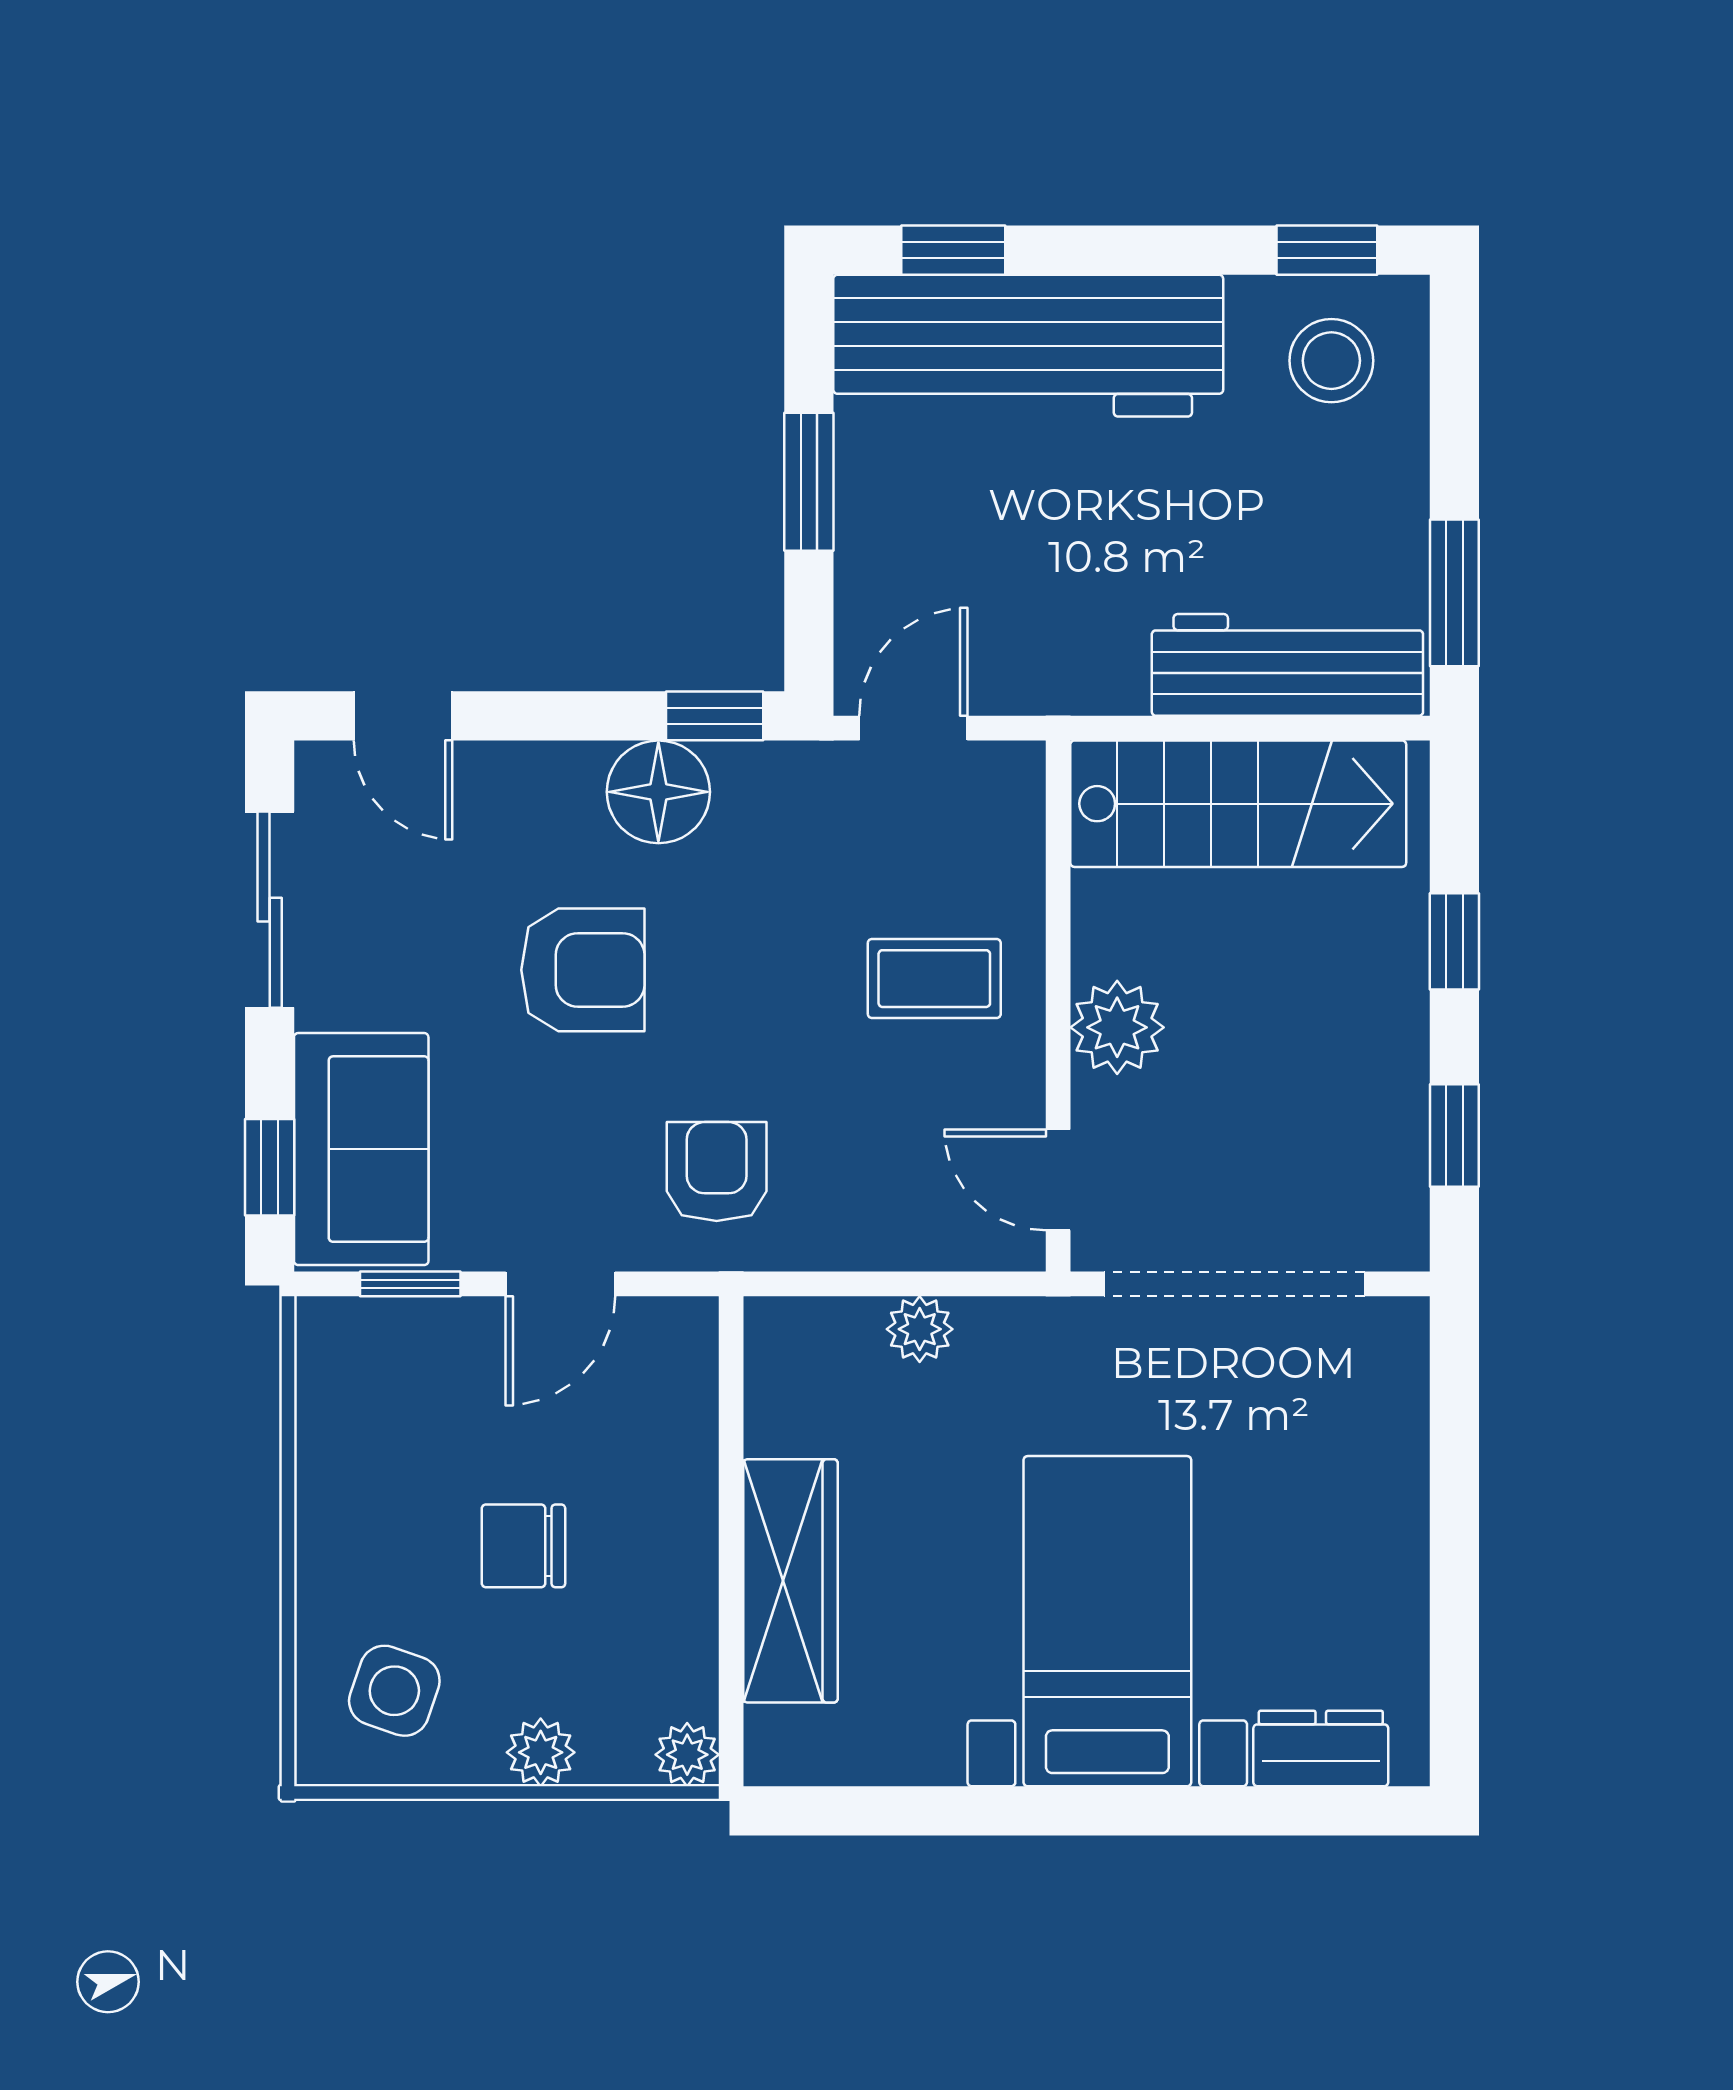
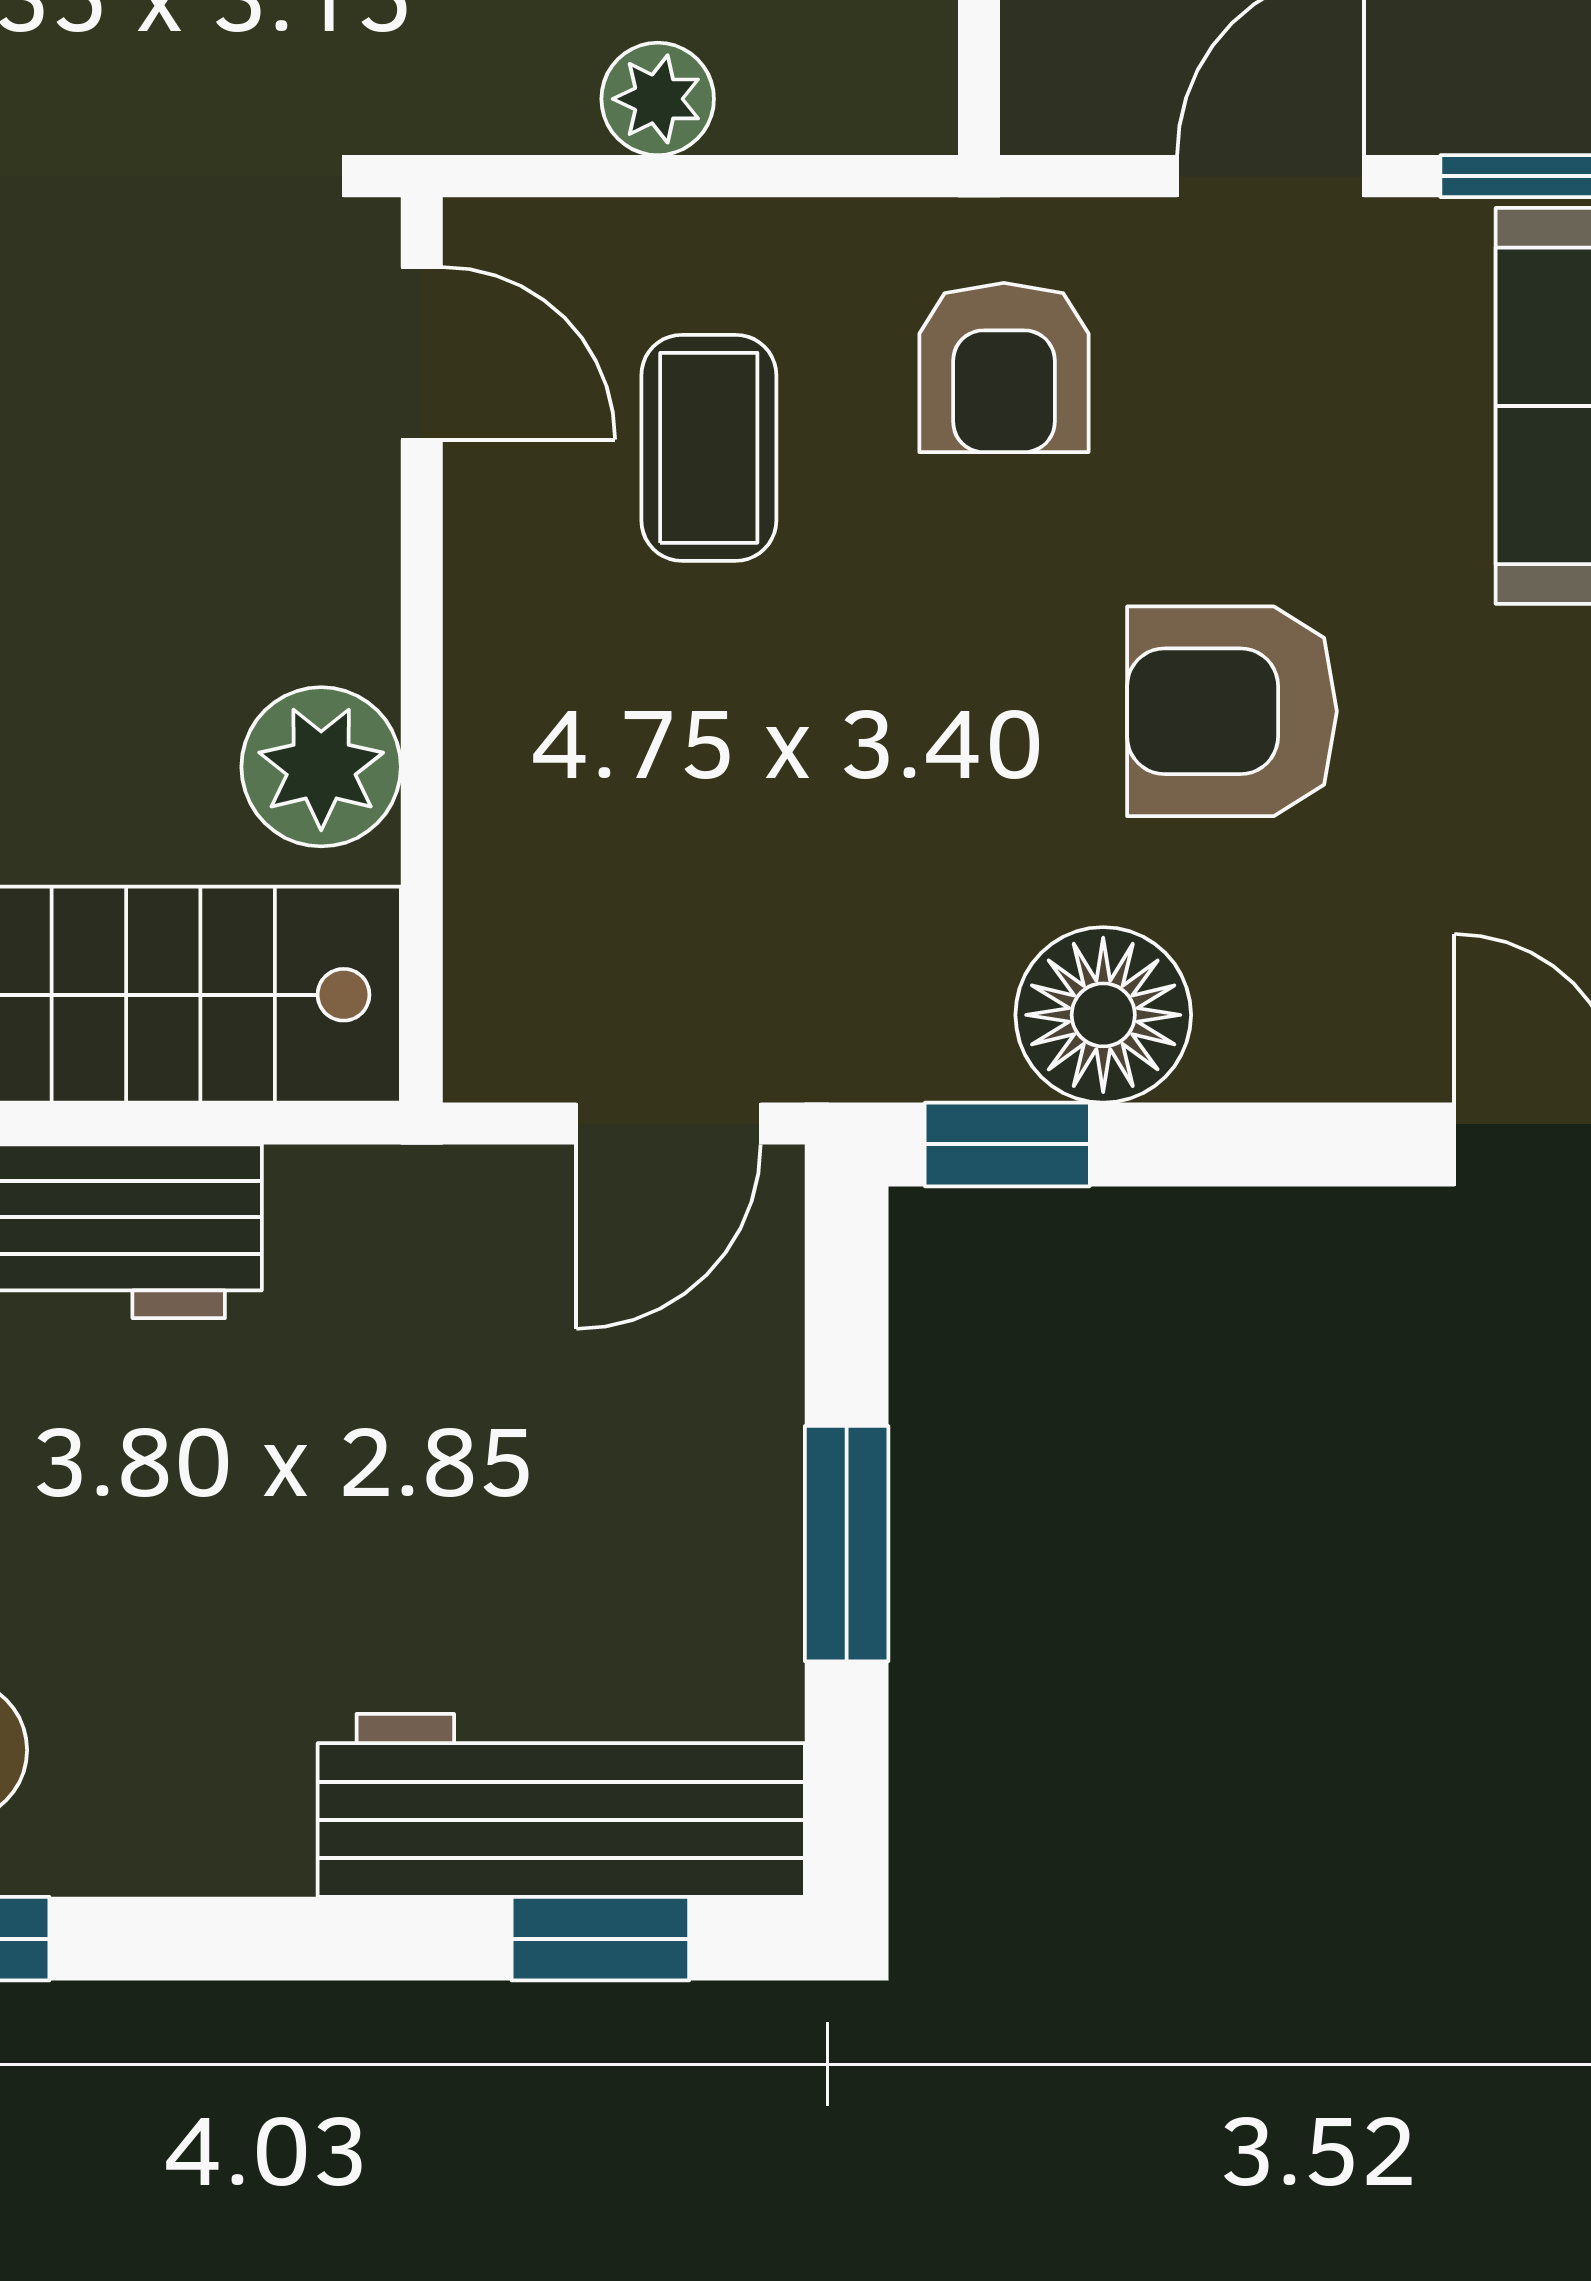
workbench: (1028, 346) -> (561, 1805), width x0.73, depth x0.76
coffee table: (934, 979) -> (709, 448), moved, turned 90
plant: (1117, 1027) -> (321, 767), moved

